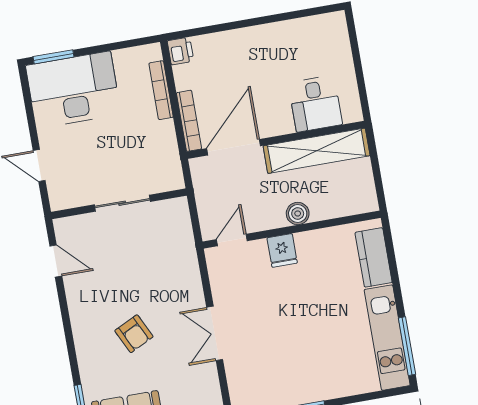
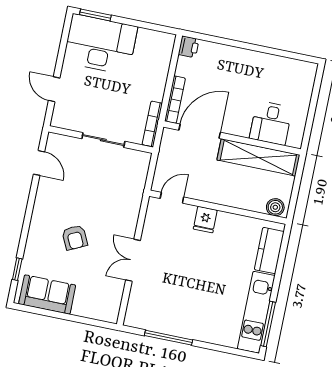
bookcase: (161, 90) -> (152, 124), moved
boiler: (298, 213) -> (275, 207), moved

